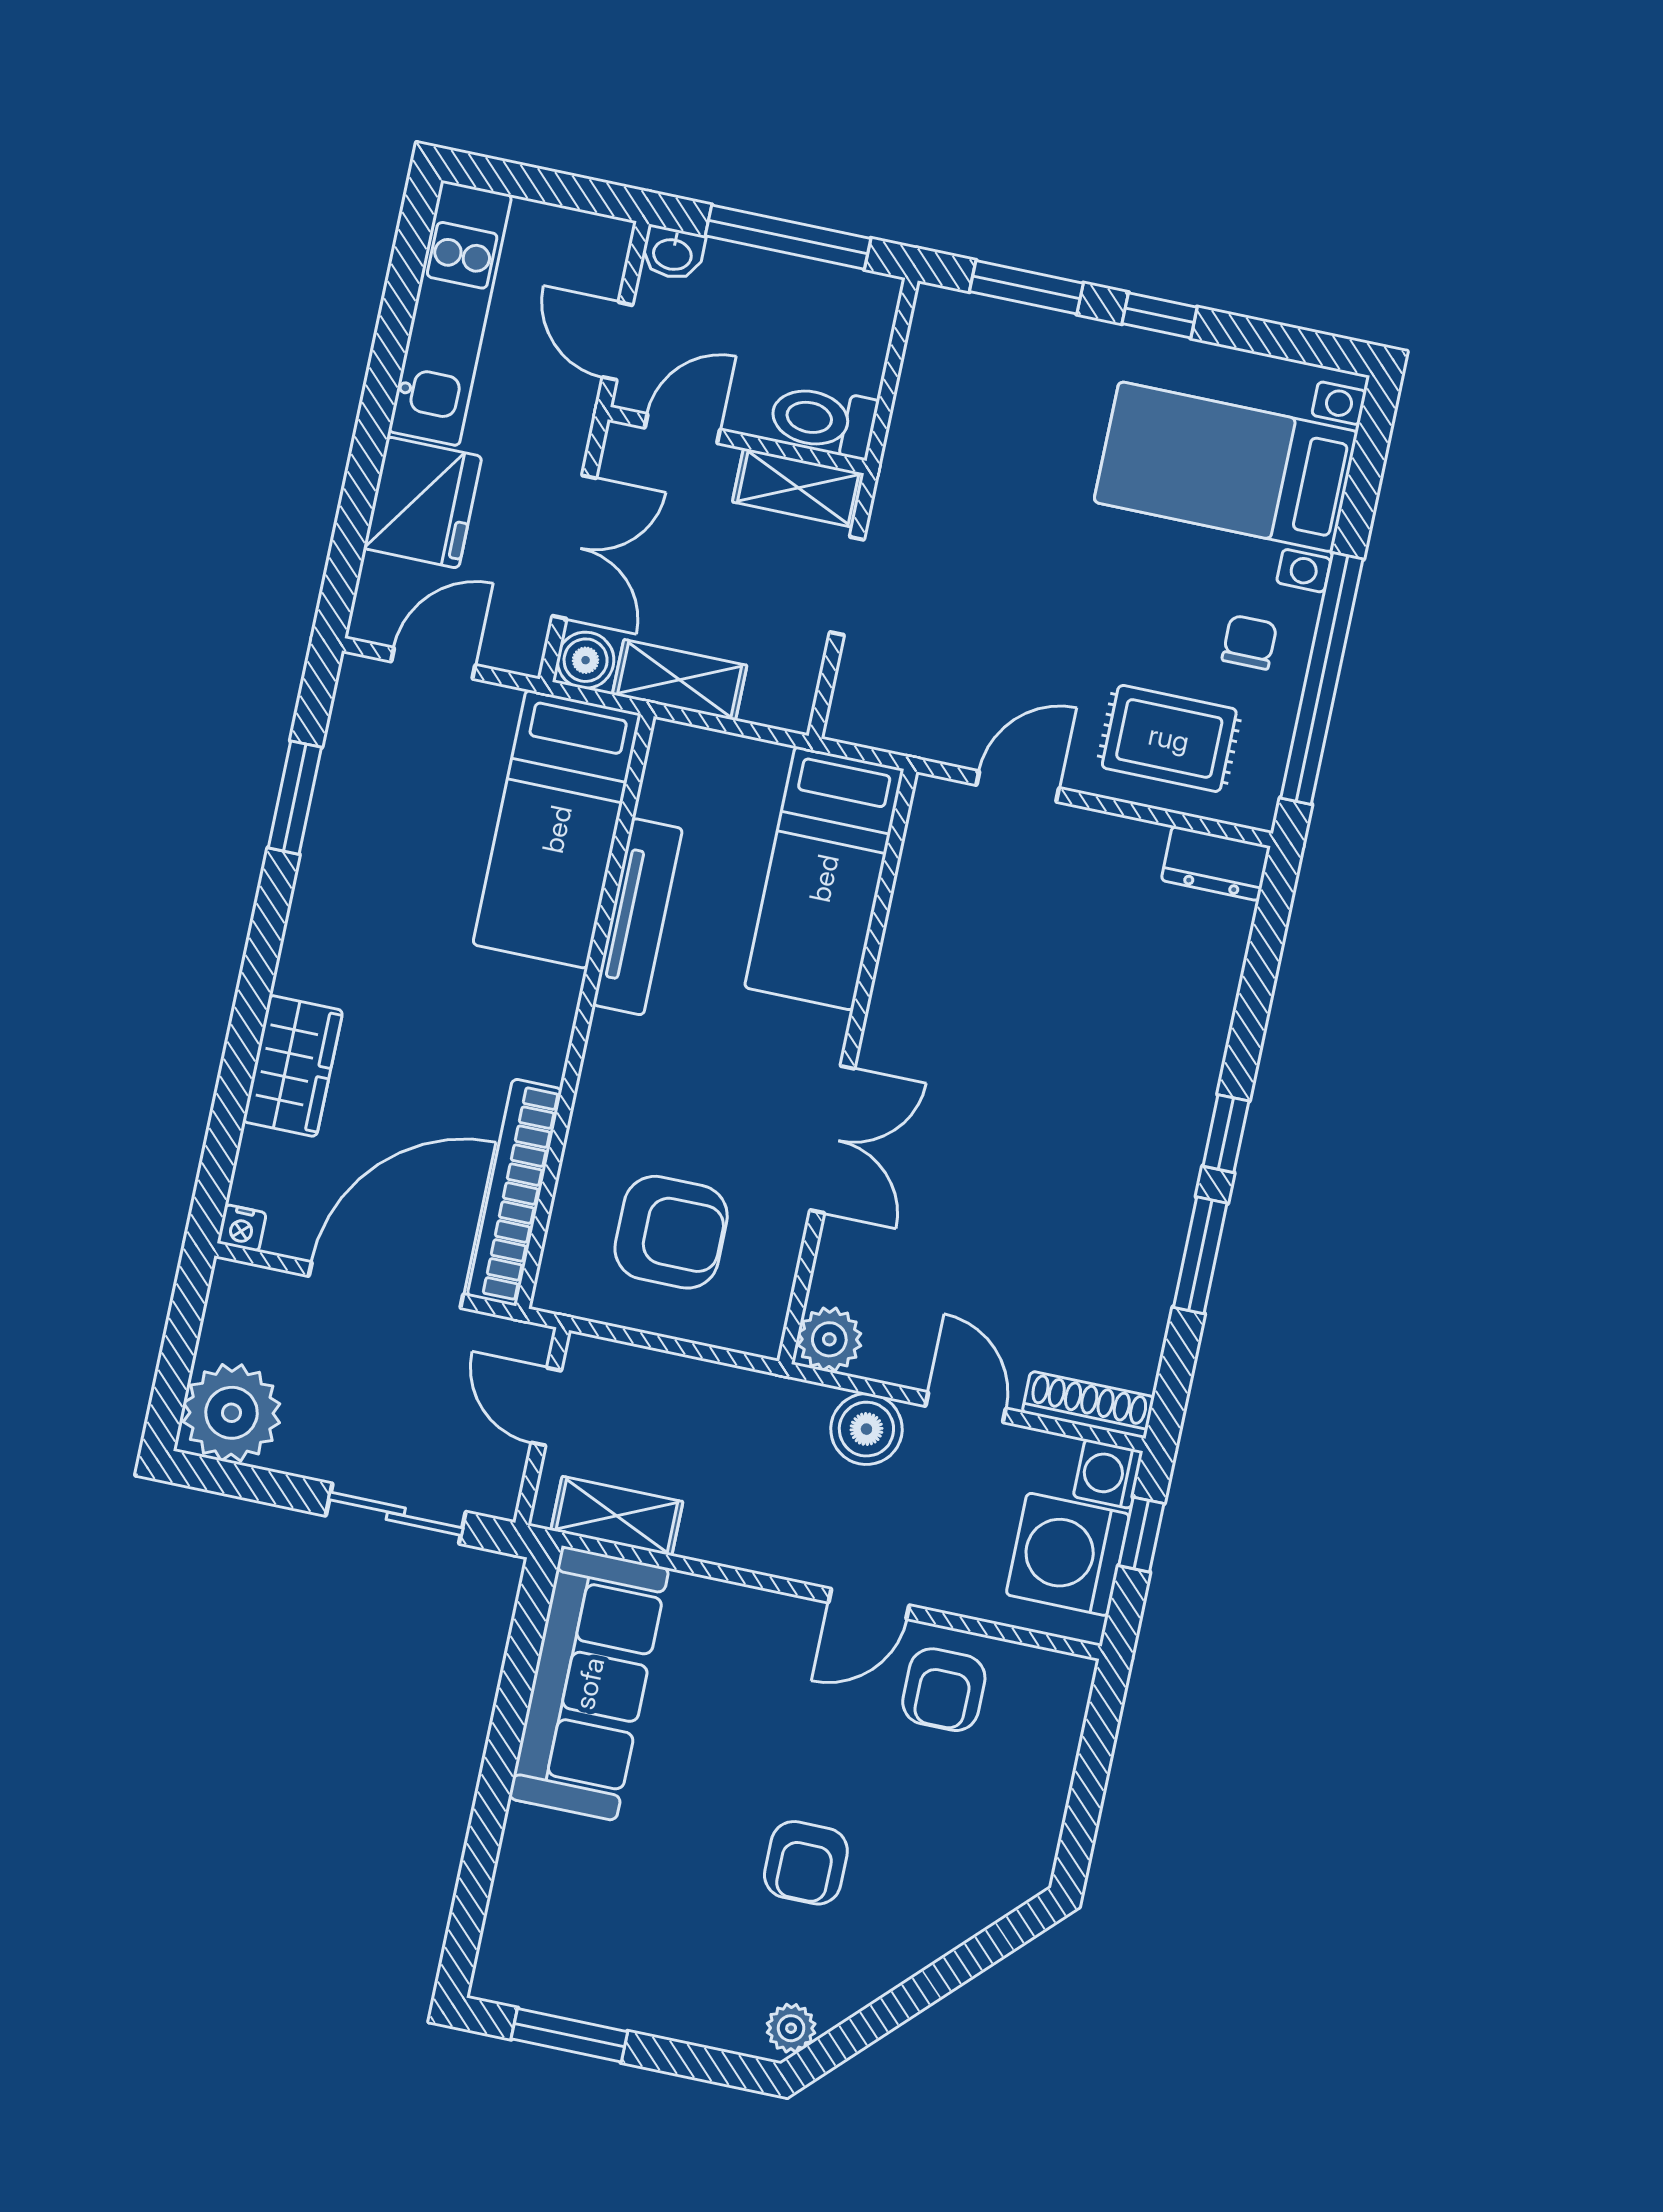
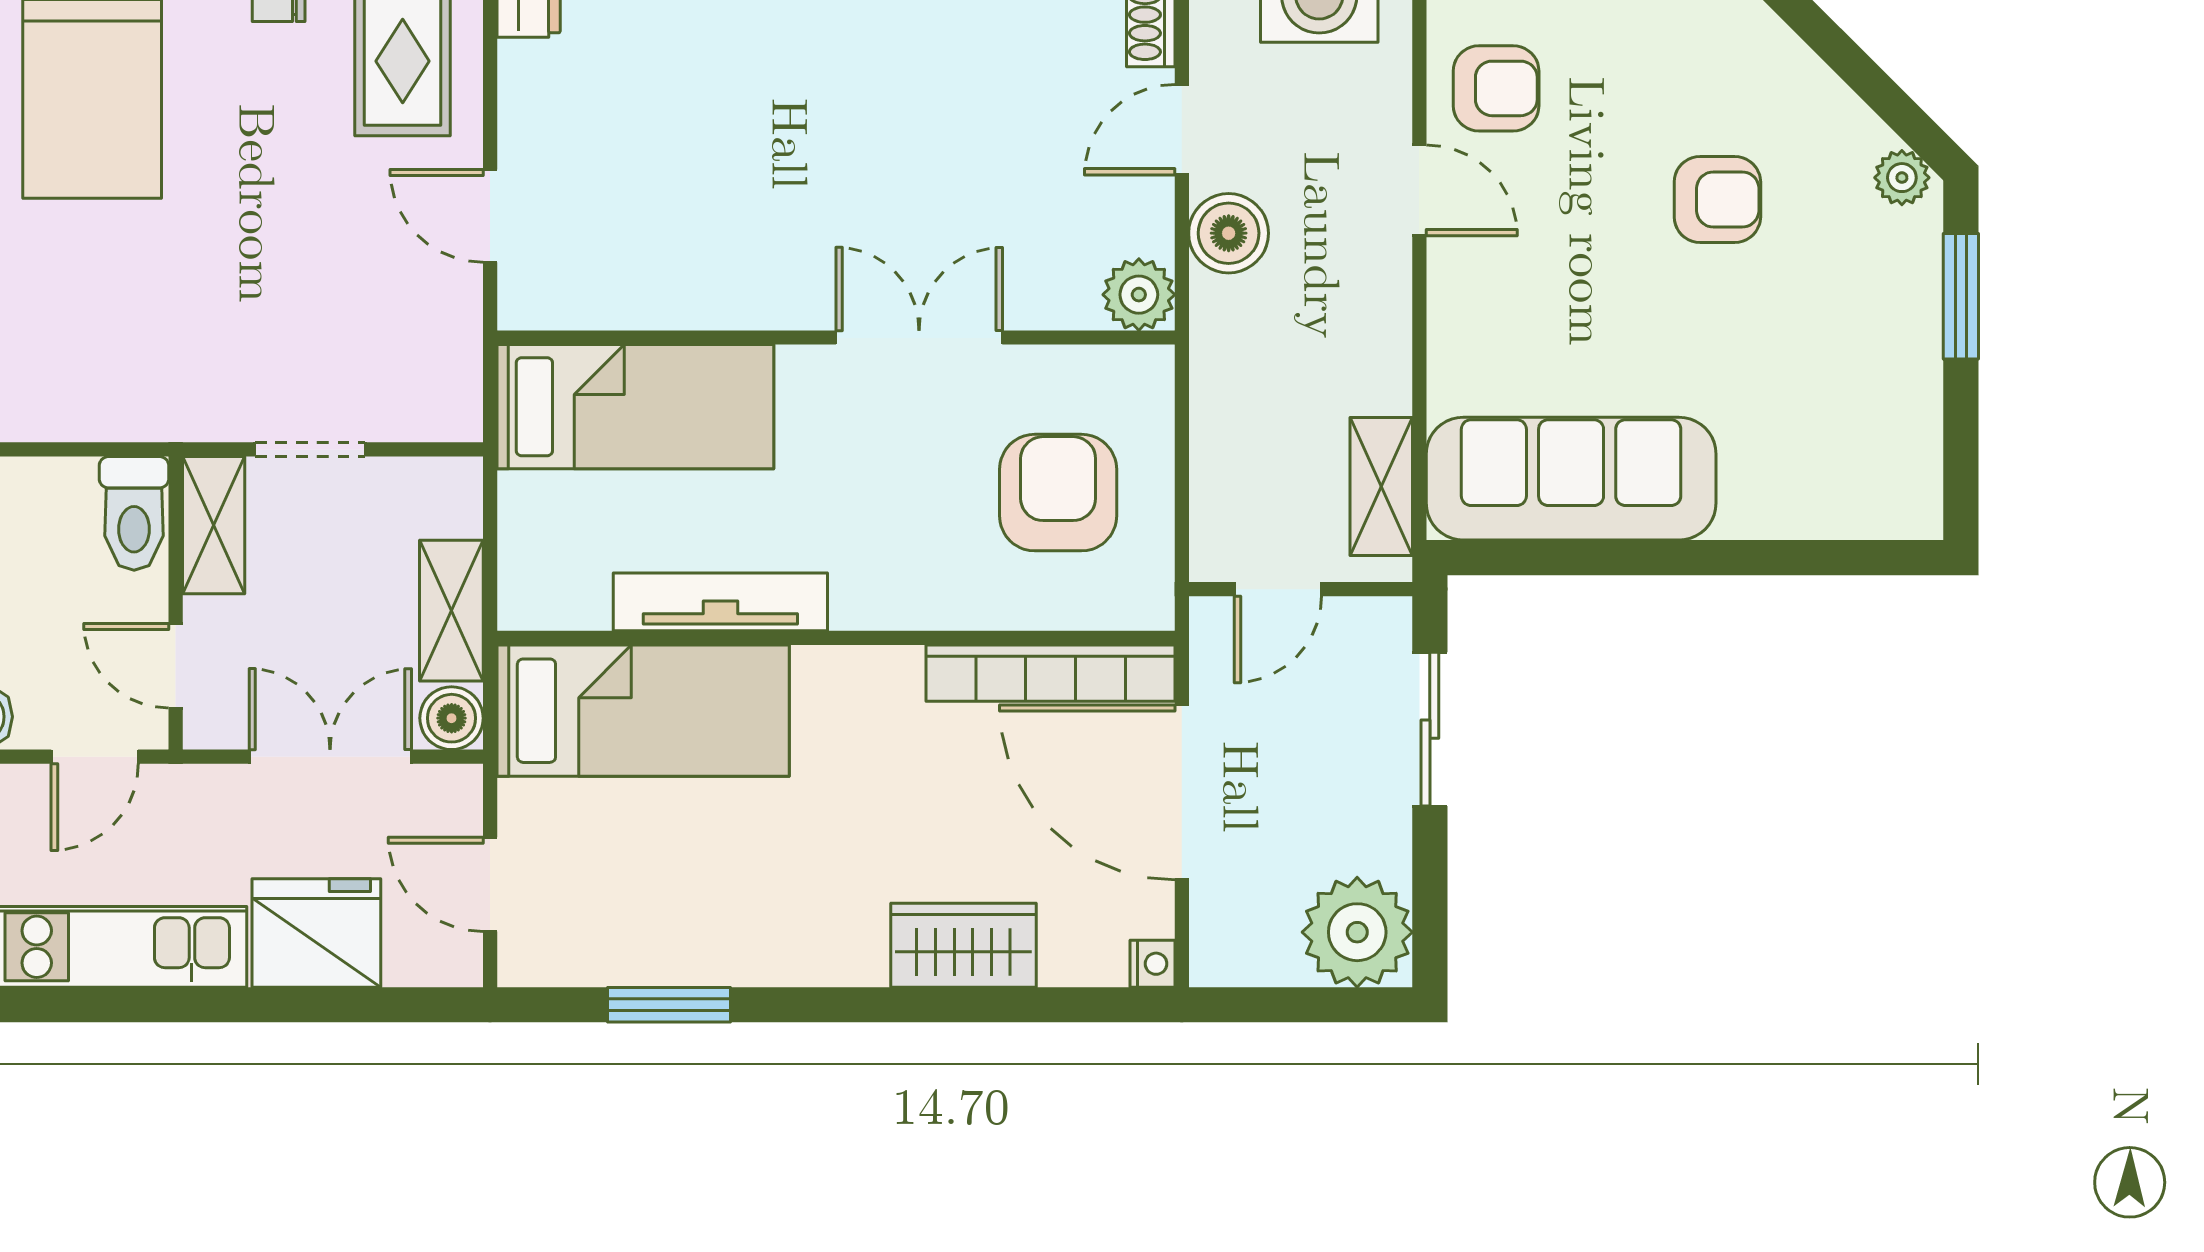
window: (569, 2035) -> (1961, 296), moved

